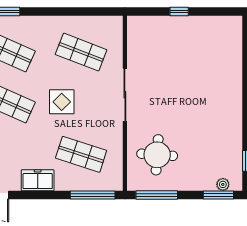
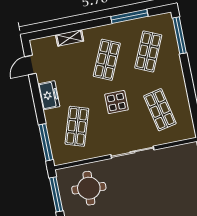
shop shelf: (81, 52) -> (160, 110), turned -33

